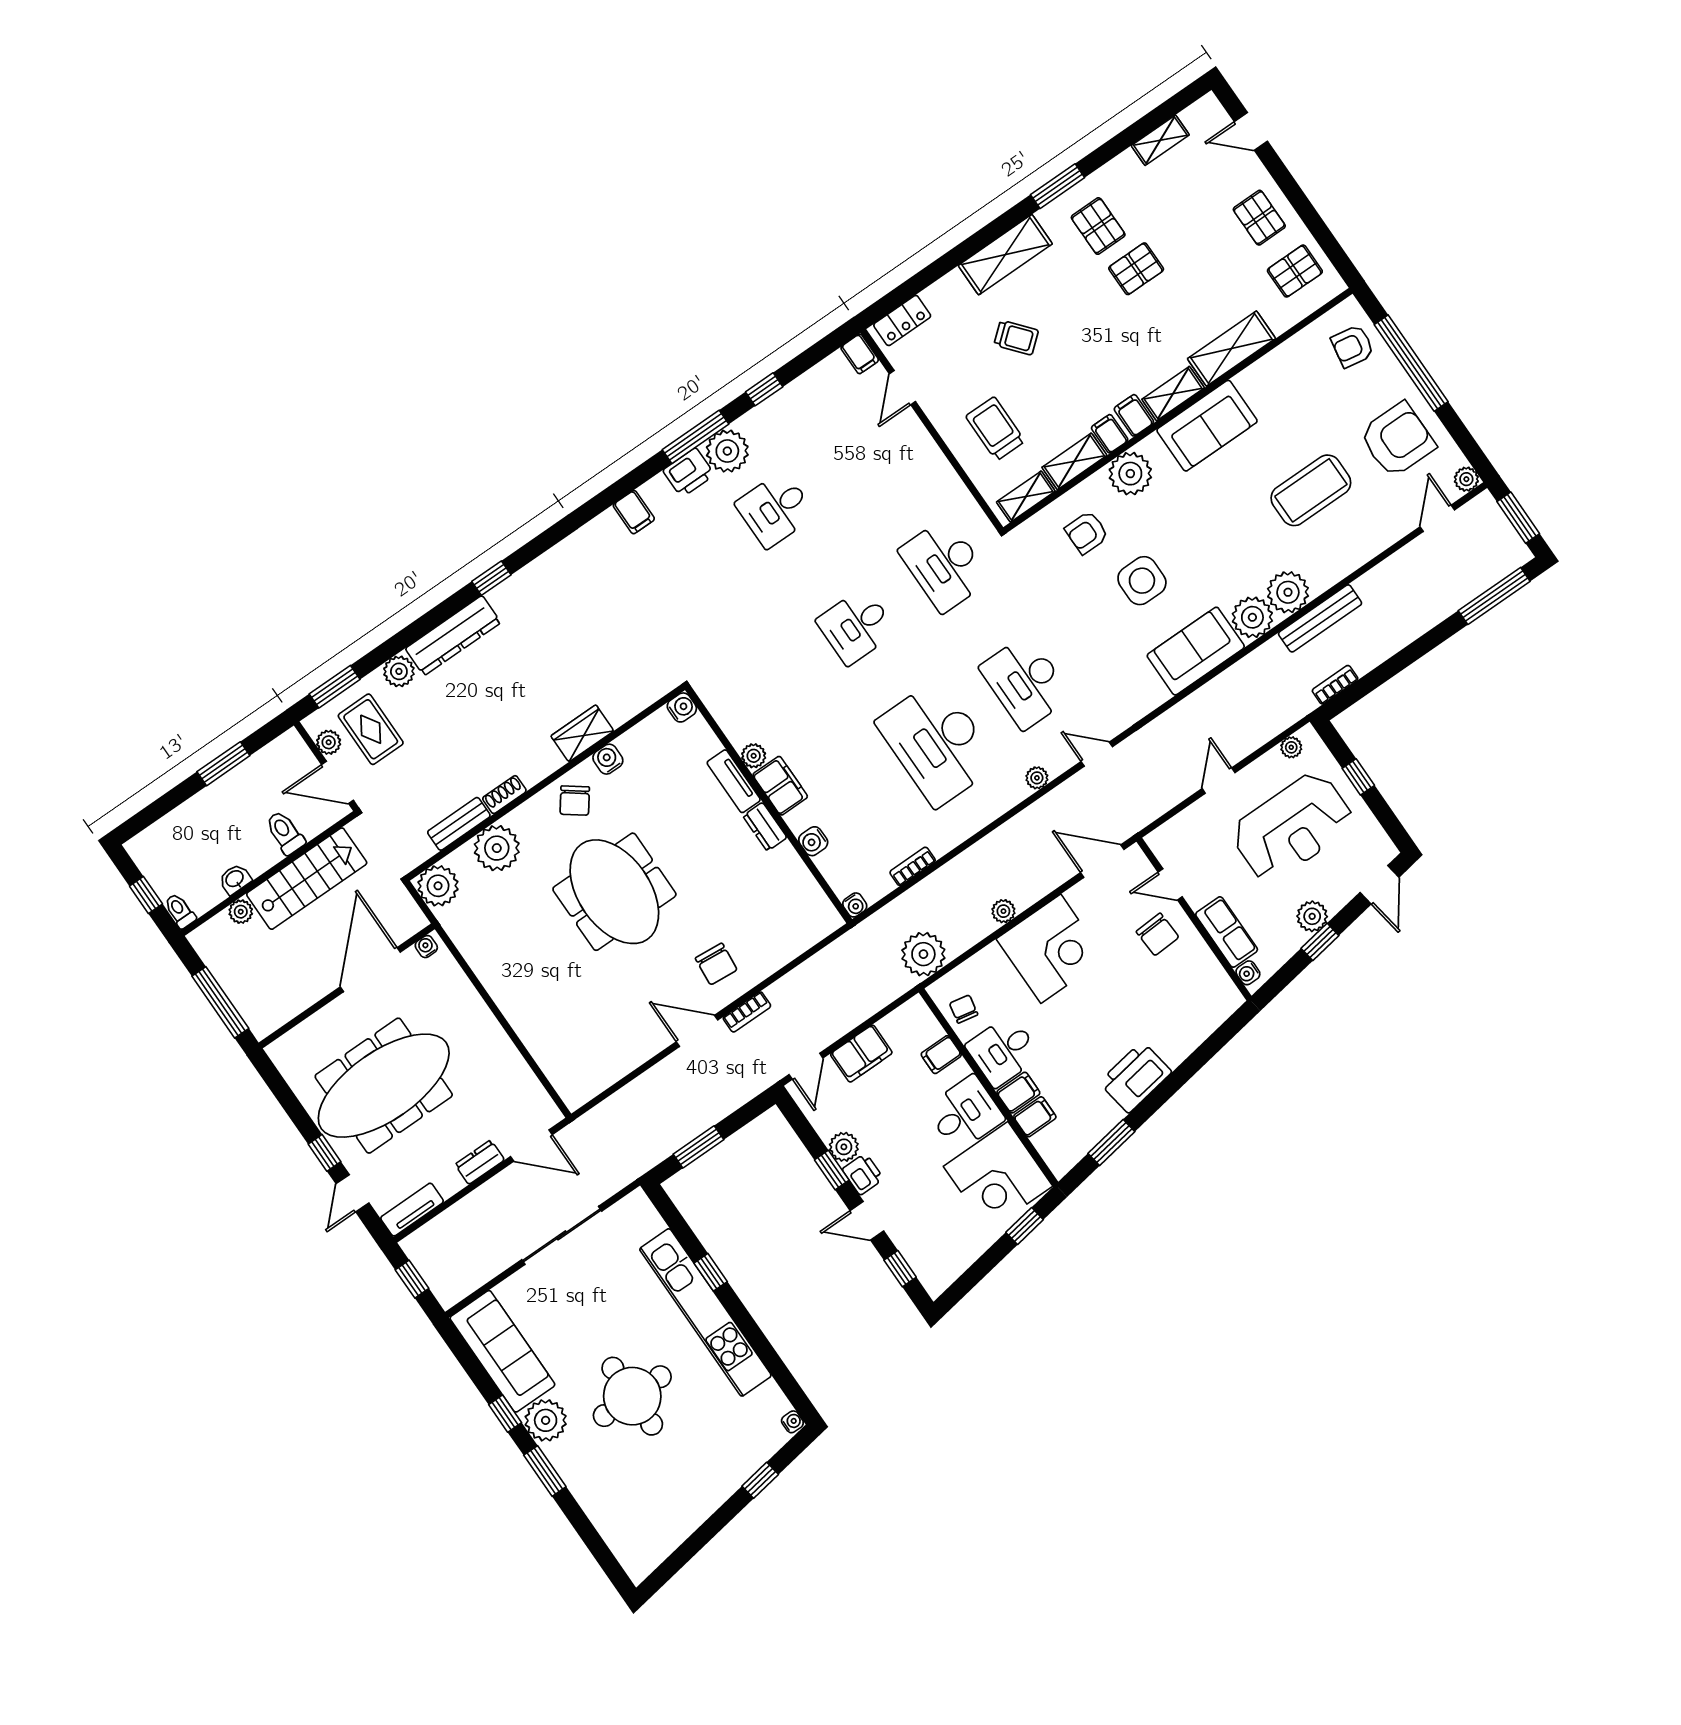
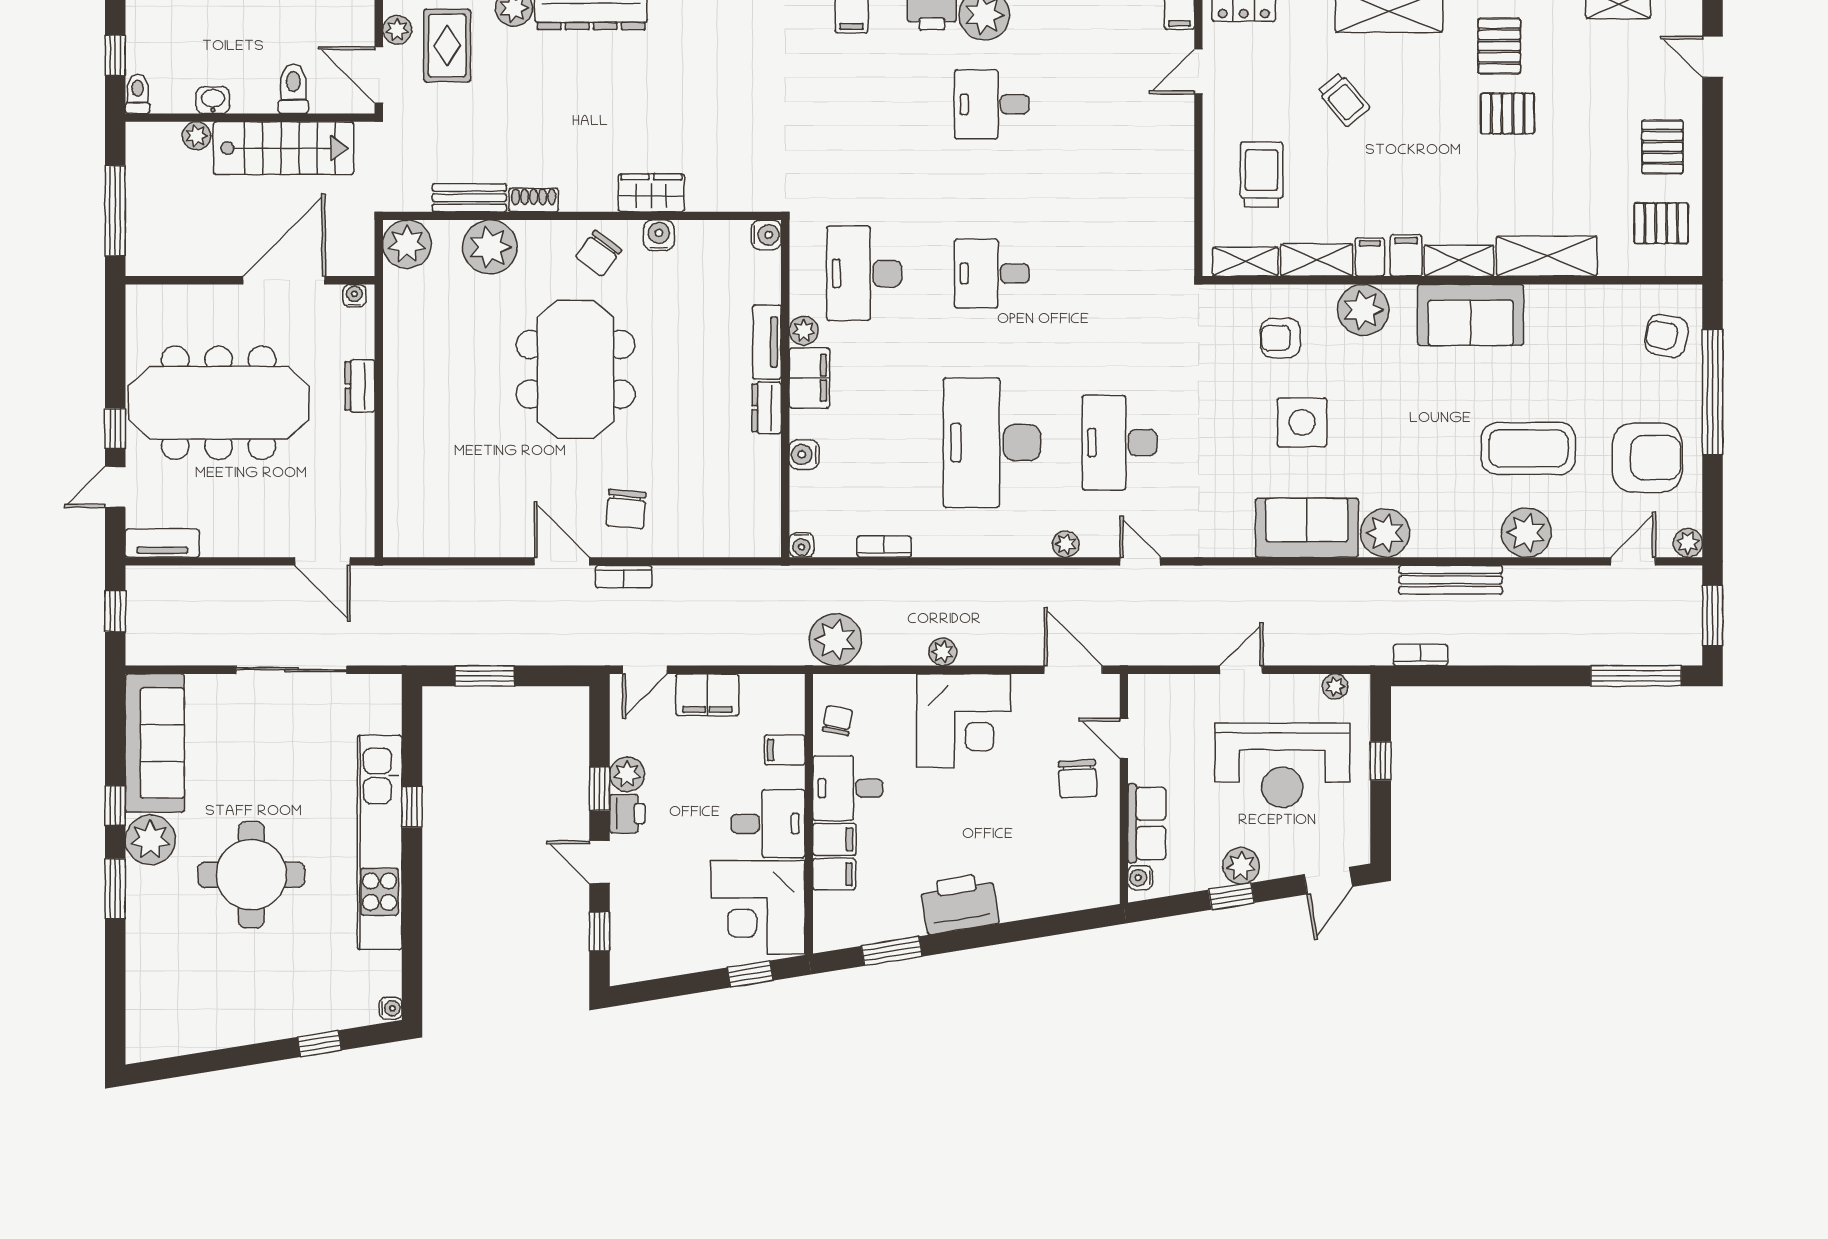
desk: (945, 565) -> (864, 273), moved
plant: (1288, 592) -> (1526, 533), moved
dresser: (480, 1162) -> (360, 386), moved, turned -90

